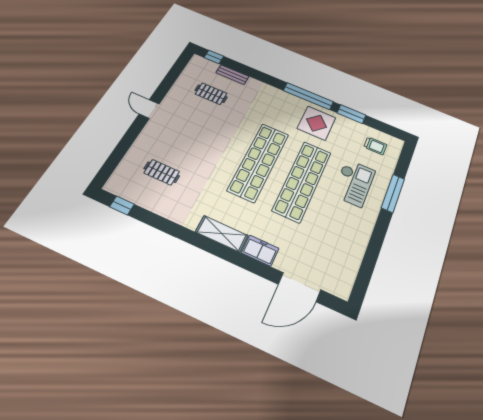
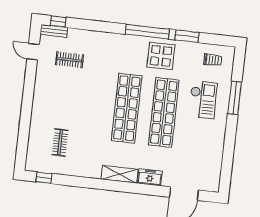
bench: (232, 75) -> (54, 31), moved
door: (149, 109) -> (33, 52), moved
clothes rail: (162, 172) -> (60, 143), turned 90

